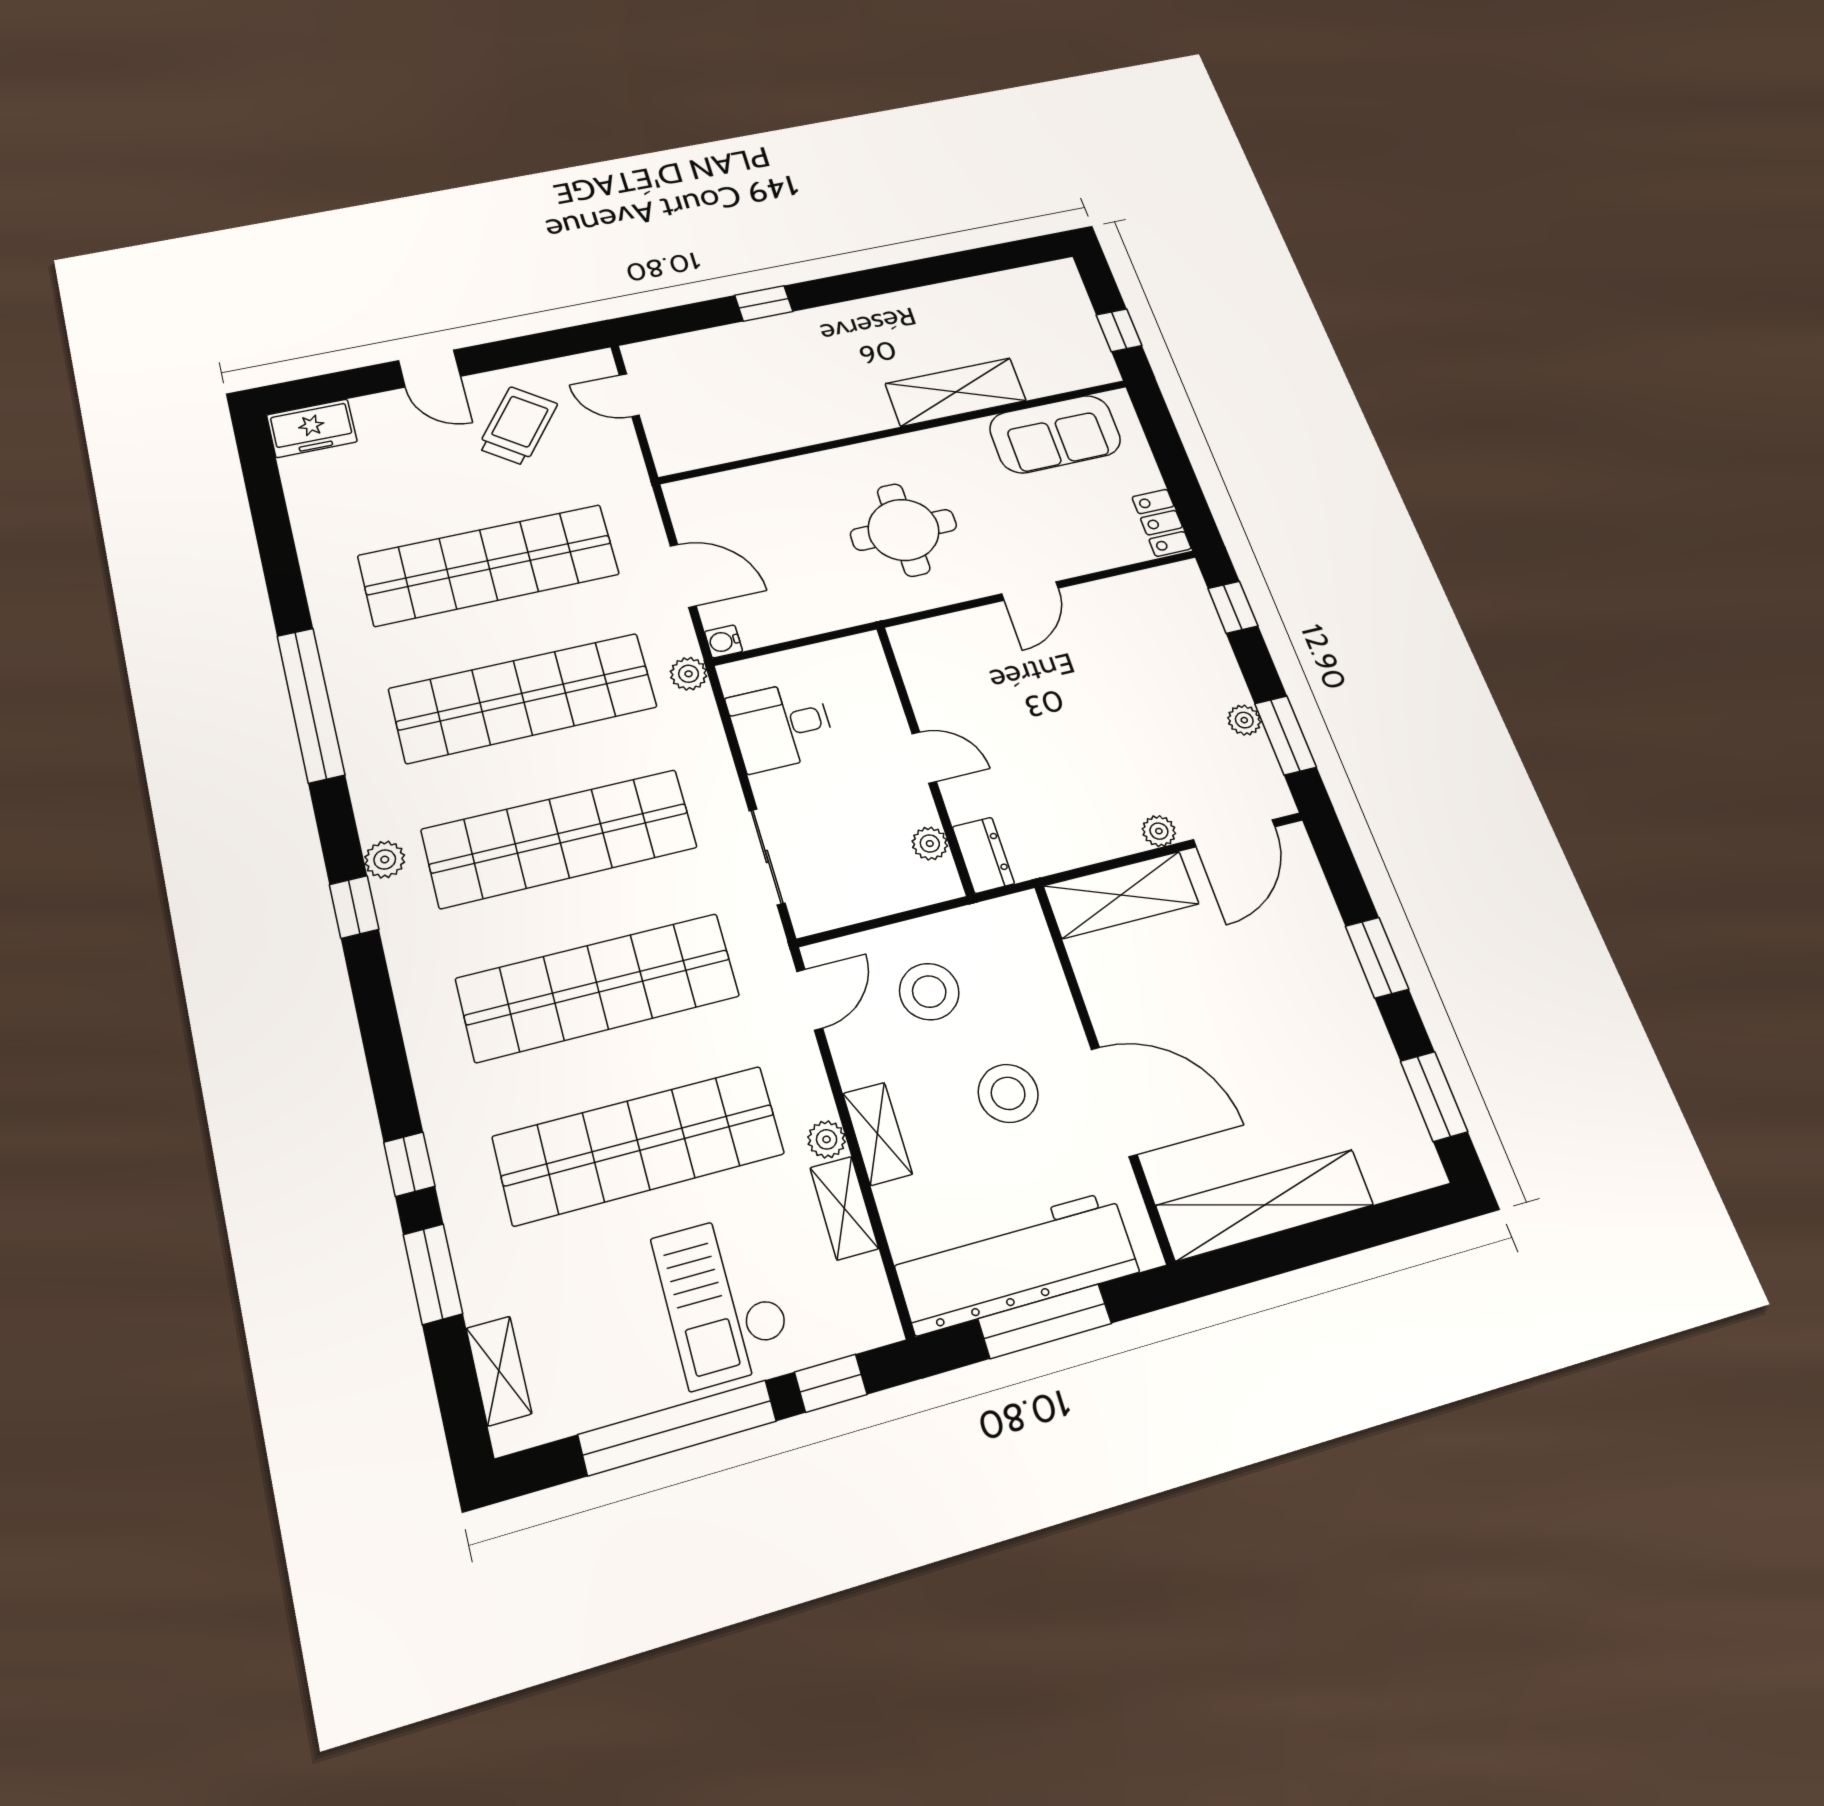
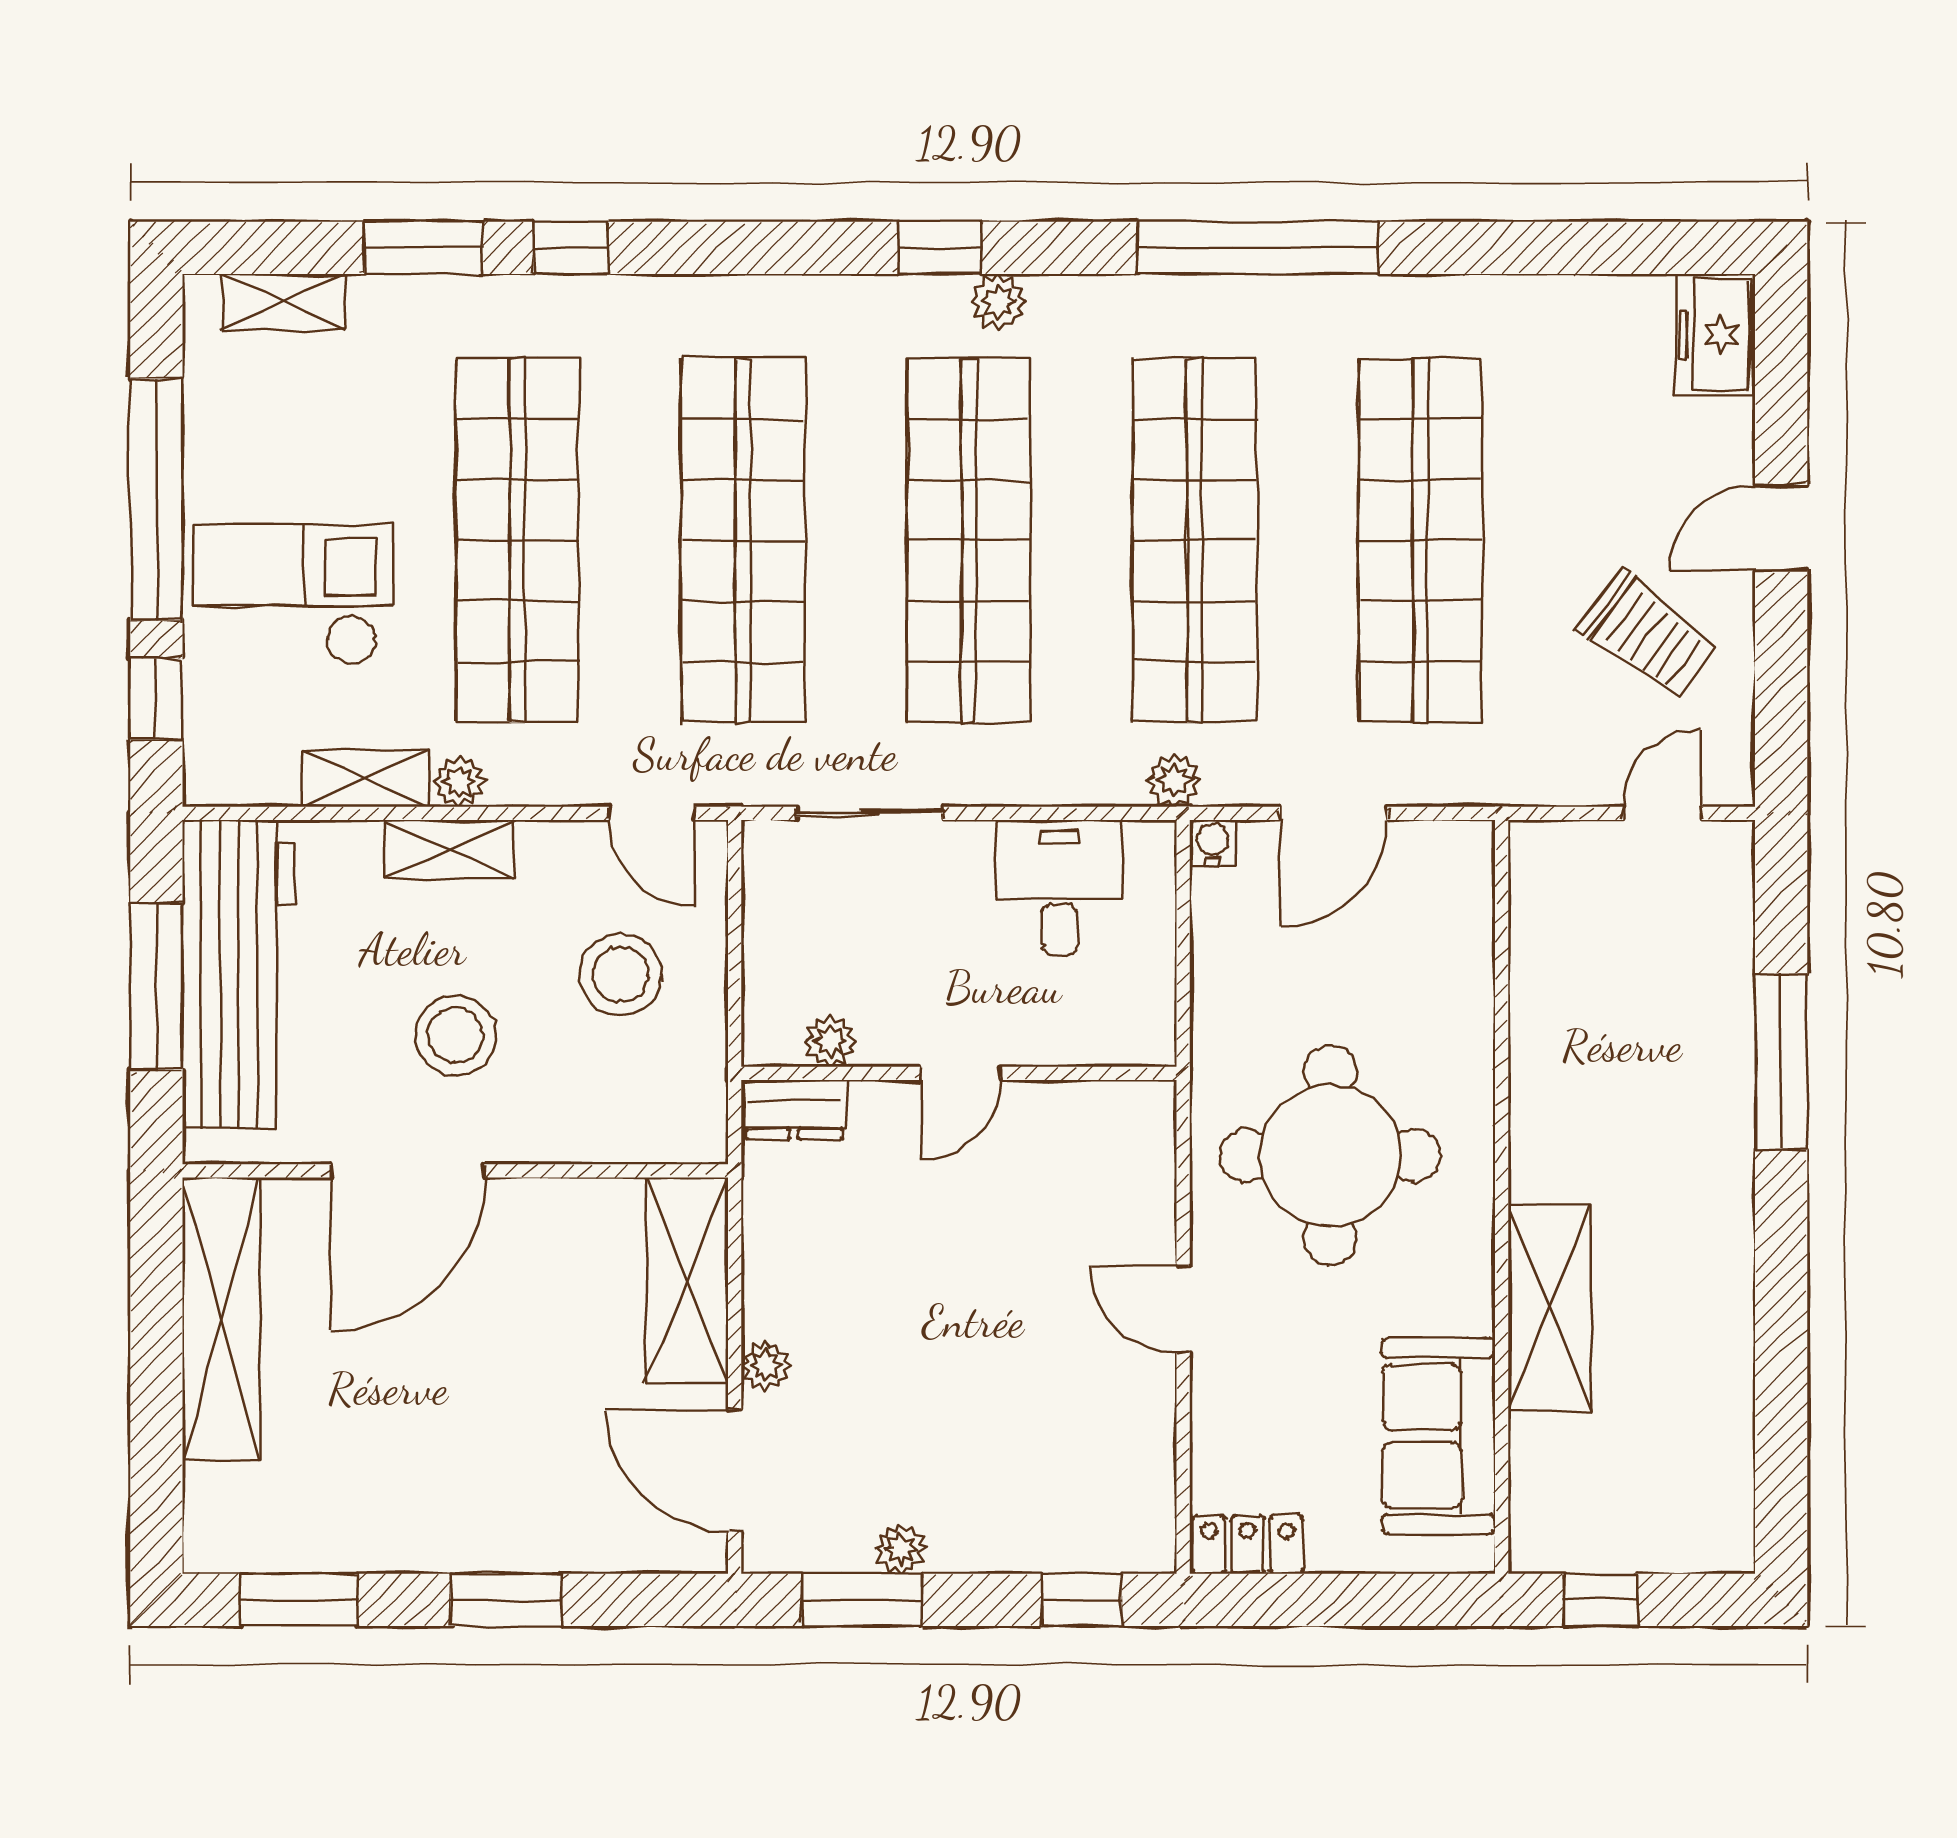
window: (764, 303) -> (1781, 1061), width x2.17
round table: (904, 530) -> (1330, 1156), width x1.36, depth x1.36

